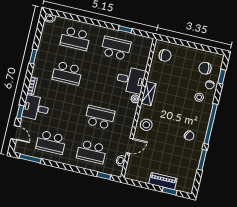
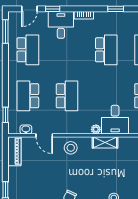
school desk: (67, 73) -> (106, 50), turned 180
school desk: (51, 142) -> (28, 50), turned 180
piano: (163, 181) -> (14, 151), moved

